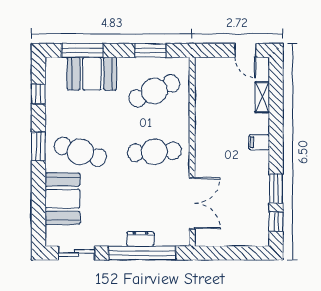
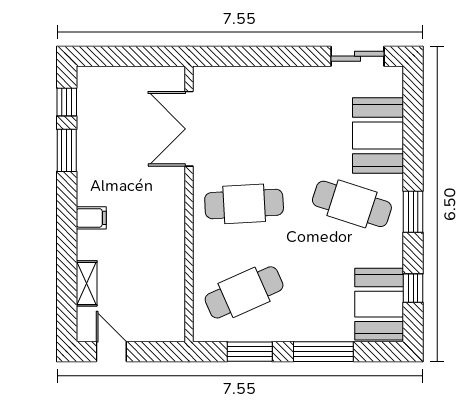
window: (82, 50) -> (323, 352), moved
booth: (92, 74) -> (379, 304), moved, turned 90
dresser: (140, 239) -> (264, 77), removed
window: (142, 253) -> (262, 56), removed

